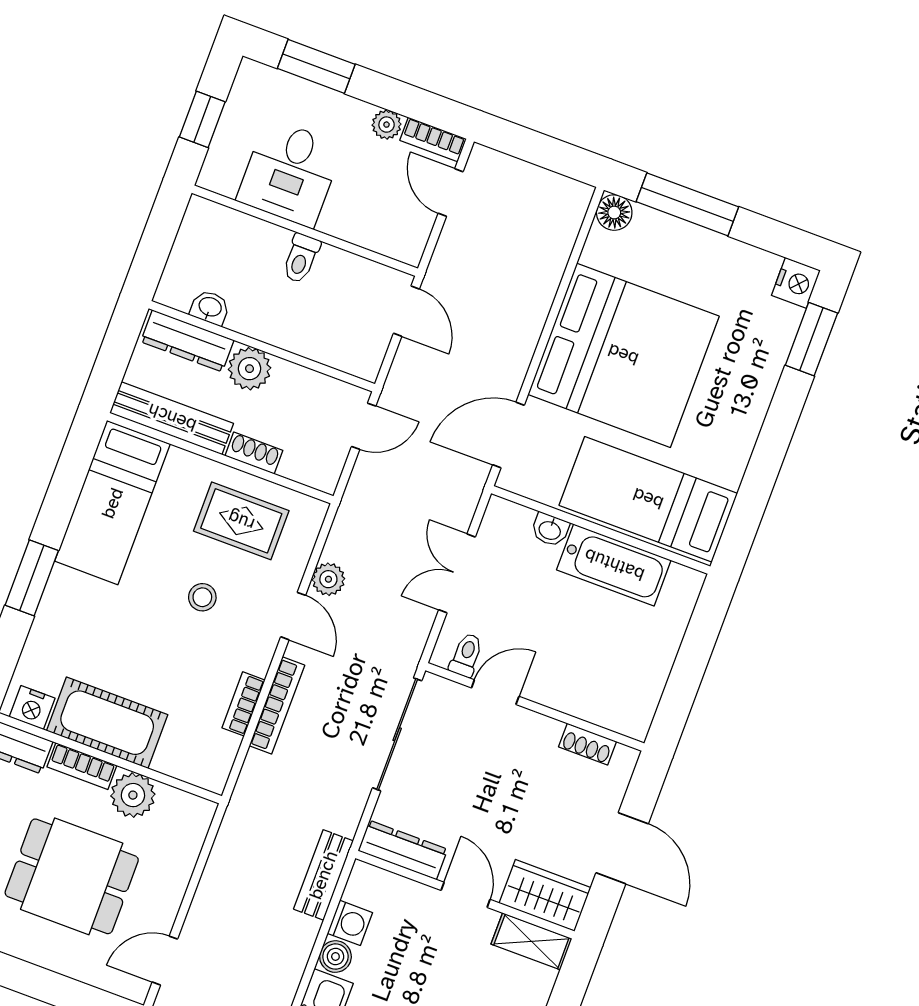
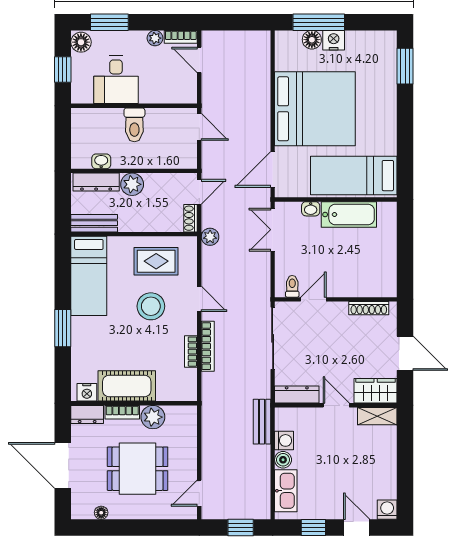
floor lamp: (253, 83) -> (81, 42), added
floor lamp: (614, 213) -> (312, 40), moved
toilet: (301, 258) -> (134, 125), width x1.37, depth x1.39
nightstand: (796, 283) -> (334, 40), moved, turned -90
bench: (172, 418) -> (94, 223), width x0.73
shoe rack: (254, 453) -> (190, 218), moved, turned -90
double door: (457, 573) -> (273, 230), moved
plant: (328, 579) -> (210, 237), moved
stool: (202, 597) -> (151, 306), width x1.89, depth x1.89
shoe rack: (587, 744) -> (369, 308), width x1.43

